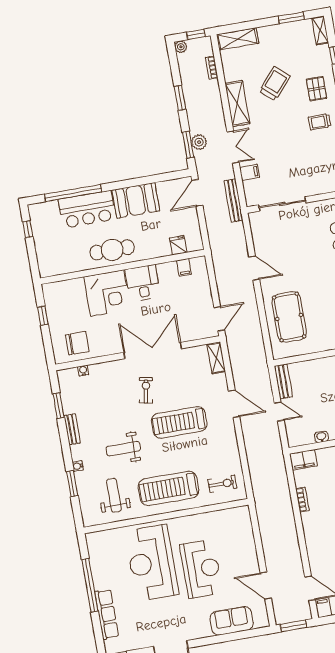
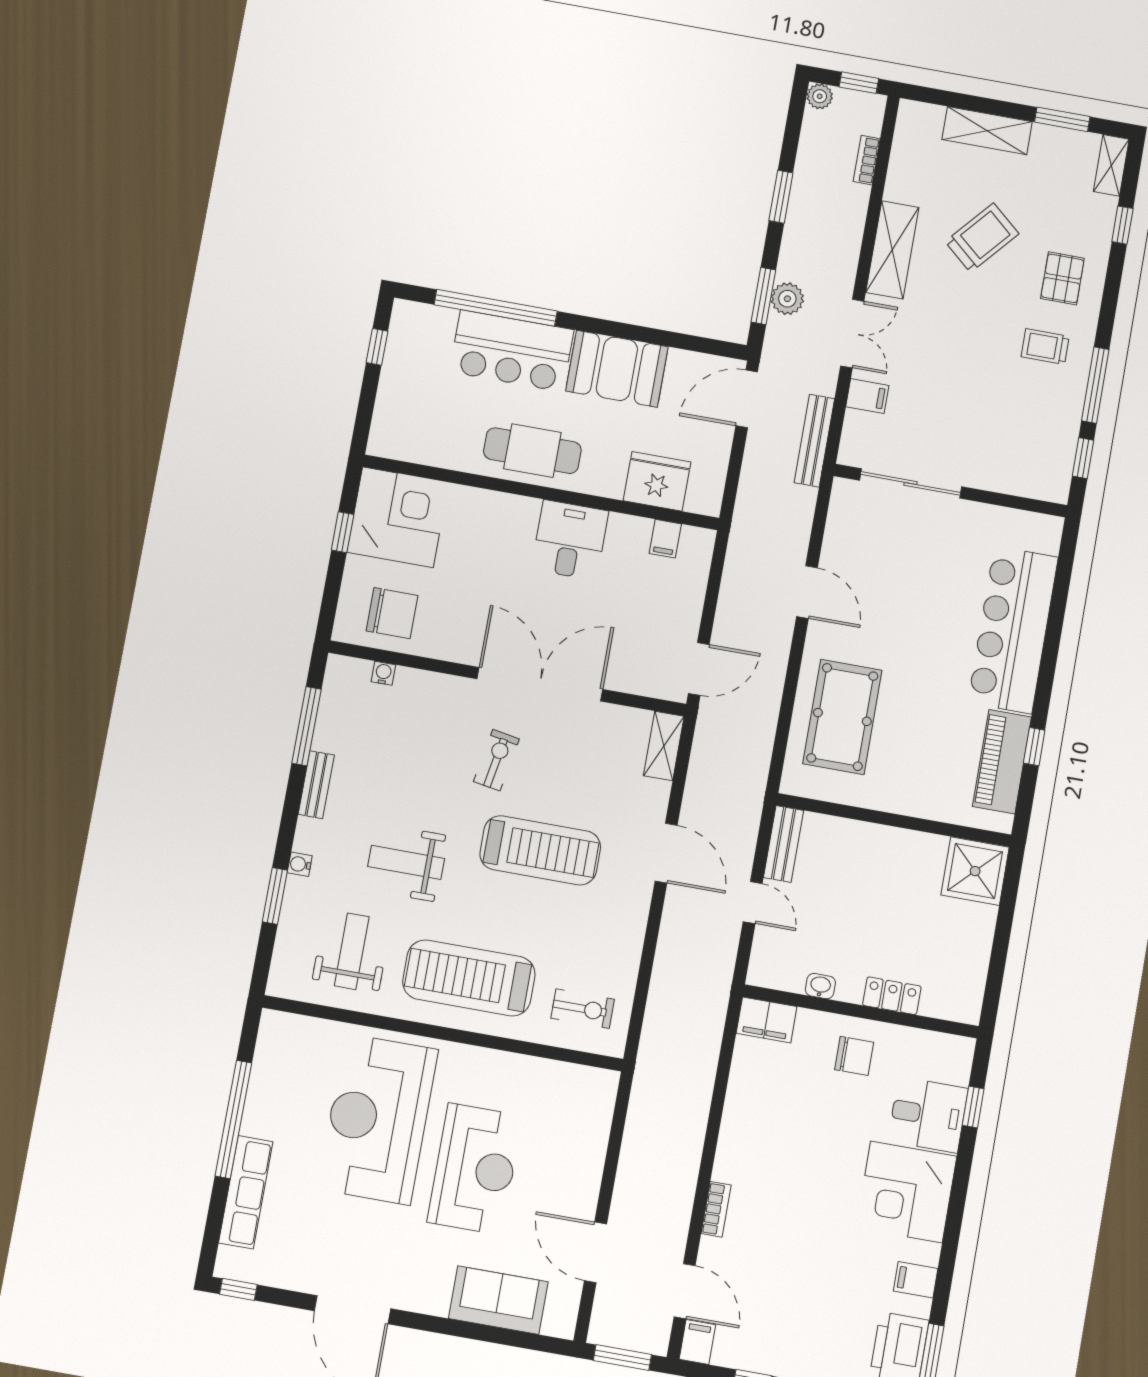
shelving: (238, 39) -> (987, 131), moved
fridge: (178, 245) -> (657, 481), width x1.88, depth x1.34
corner desk: (107, 293) -> (398, 517), moved, turned -90
window: (59, 406) -> (306, 726), width x1.44
treadmill: (179, 422) -> (540, 850), turned 180
bookcase: (302, 500) -> (716, 1209), moved

